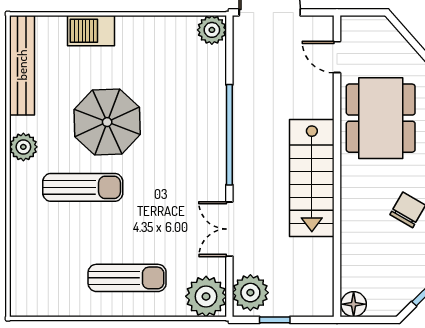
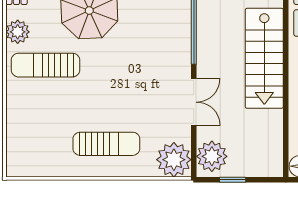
sun lounger: (83, 187) -> (46, 65), moved, turned 180
double door: (229, 229) -> (194, 102), swing flipped

